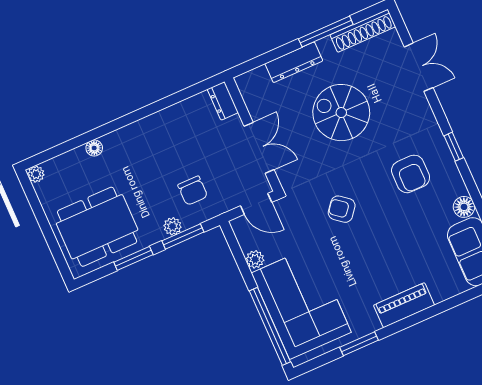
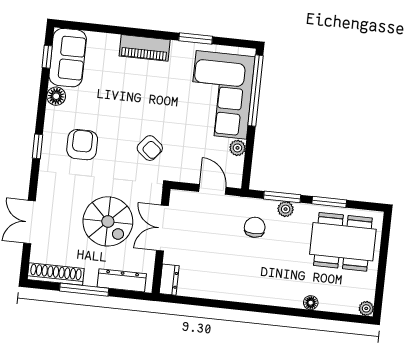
dresser: (223, 101) -> (169, 280), moved
wall: (253, 135) -> (161, 241), moved
double door: (259, 148) -> (162, 228), moved

